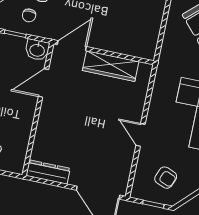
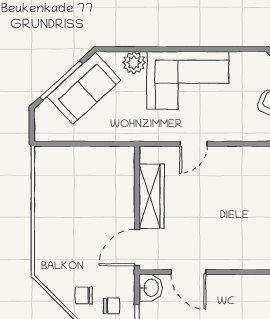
door: (72, 46) -> (137, 248), hinge flipped
door: (141, 135) -> (194, 144), moved

